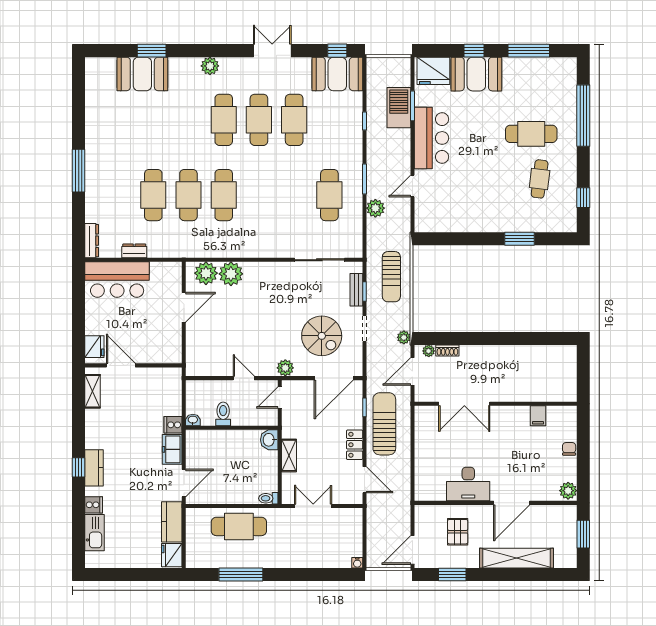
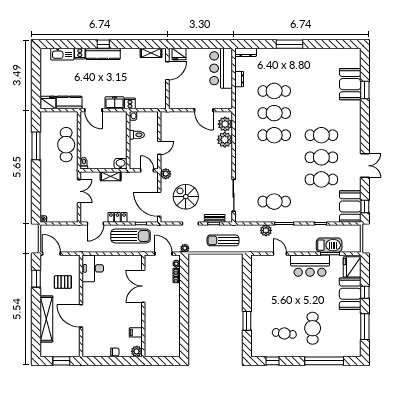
plant: (210, 66) -> (355, 127), removed
spiral stairs: (322, 336) -> (186, 197), turned 90
kitchen counter: (94, 468) -> (103, 54), width x1.50
desk: (468, 484) -> (93, 268), moved
plant: (568, 491) -> (137, 351), moved

